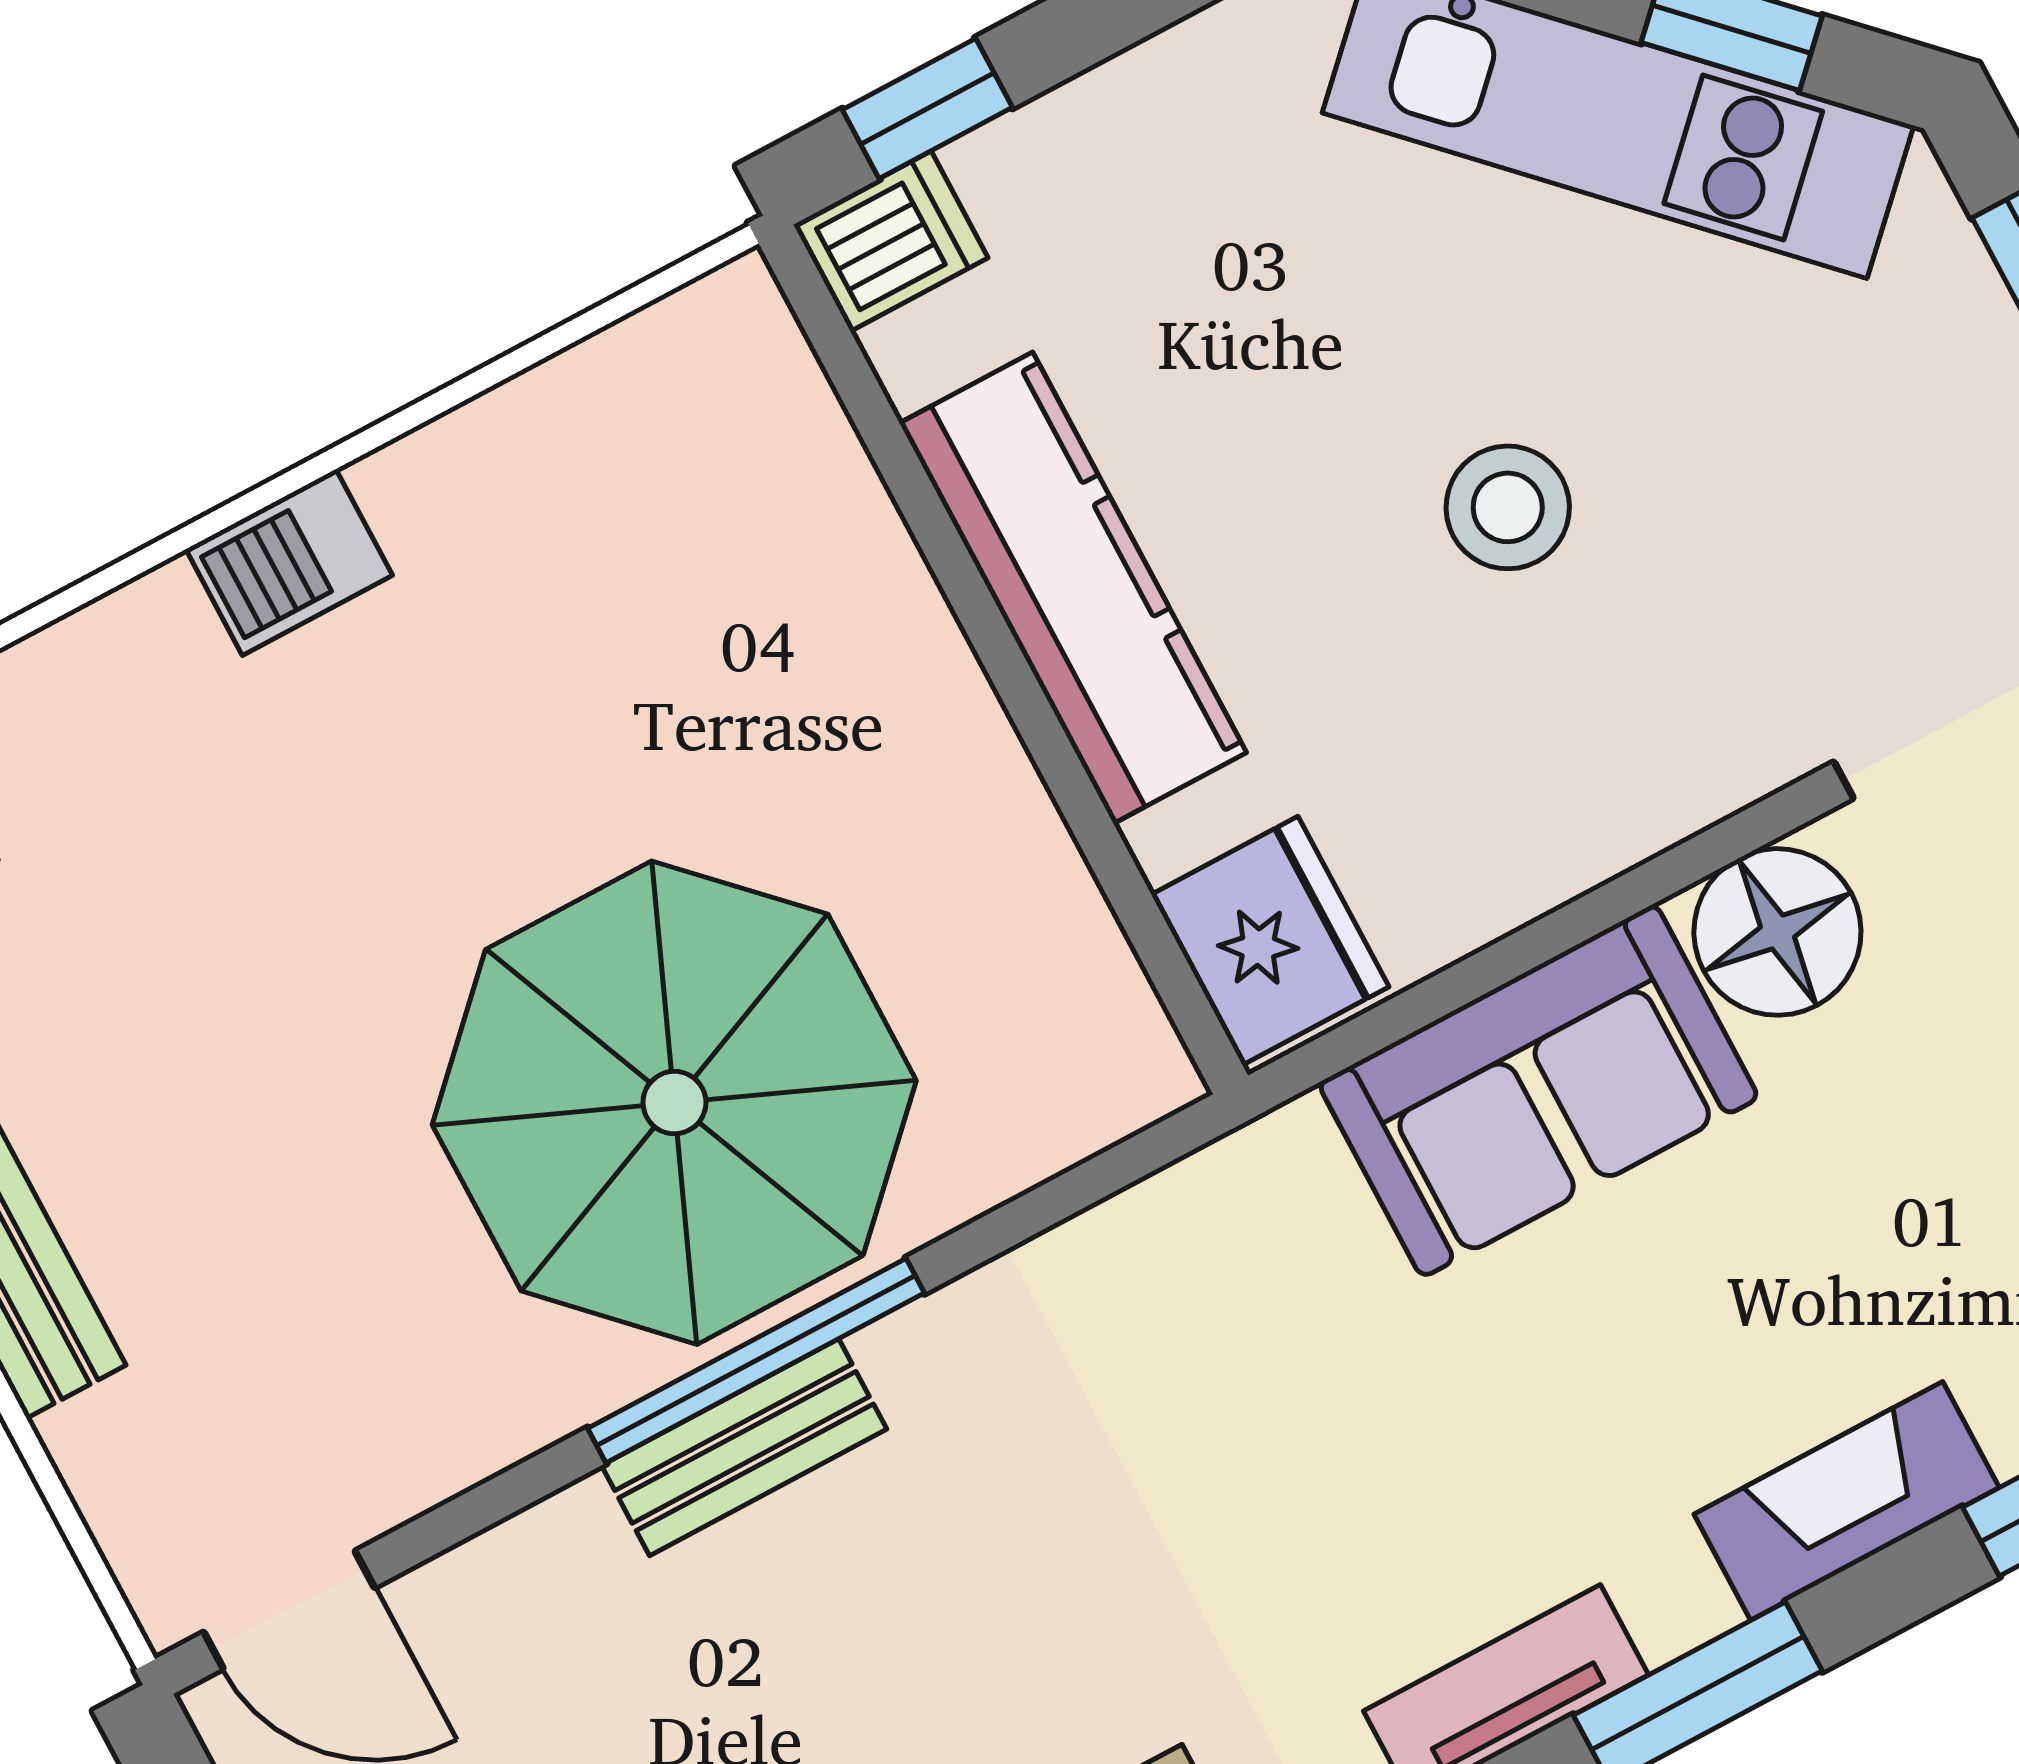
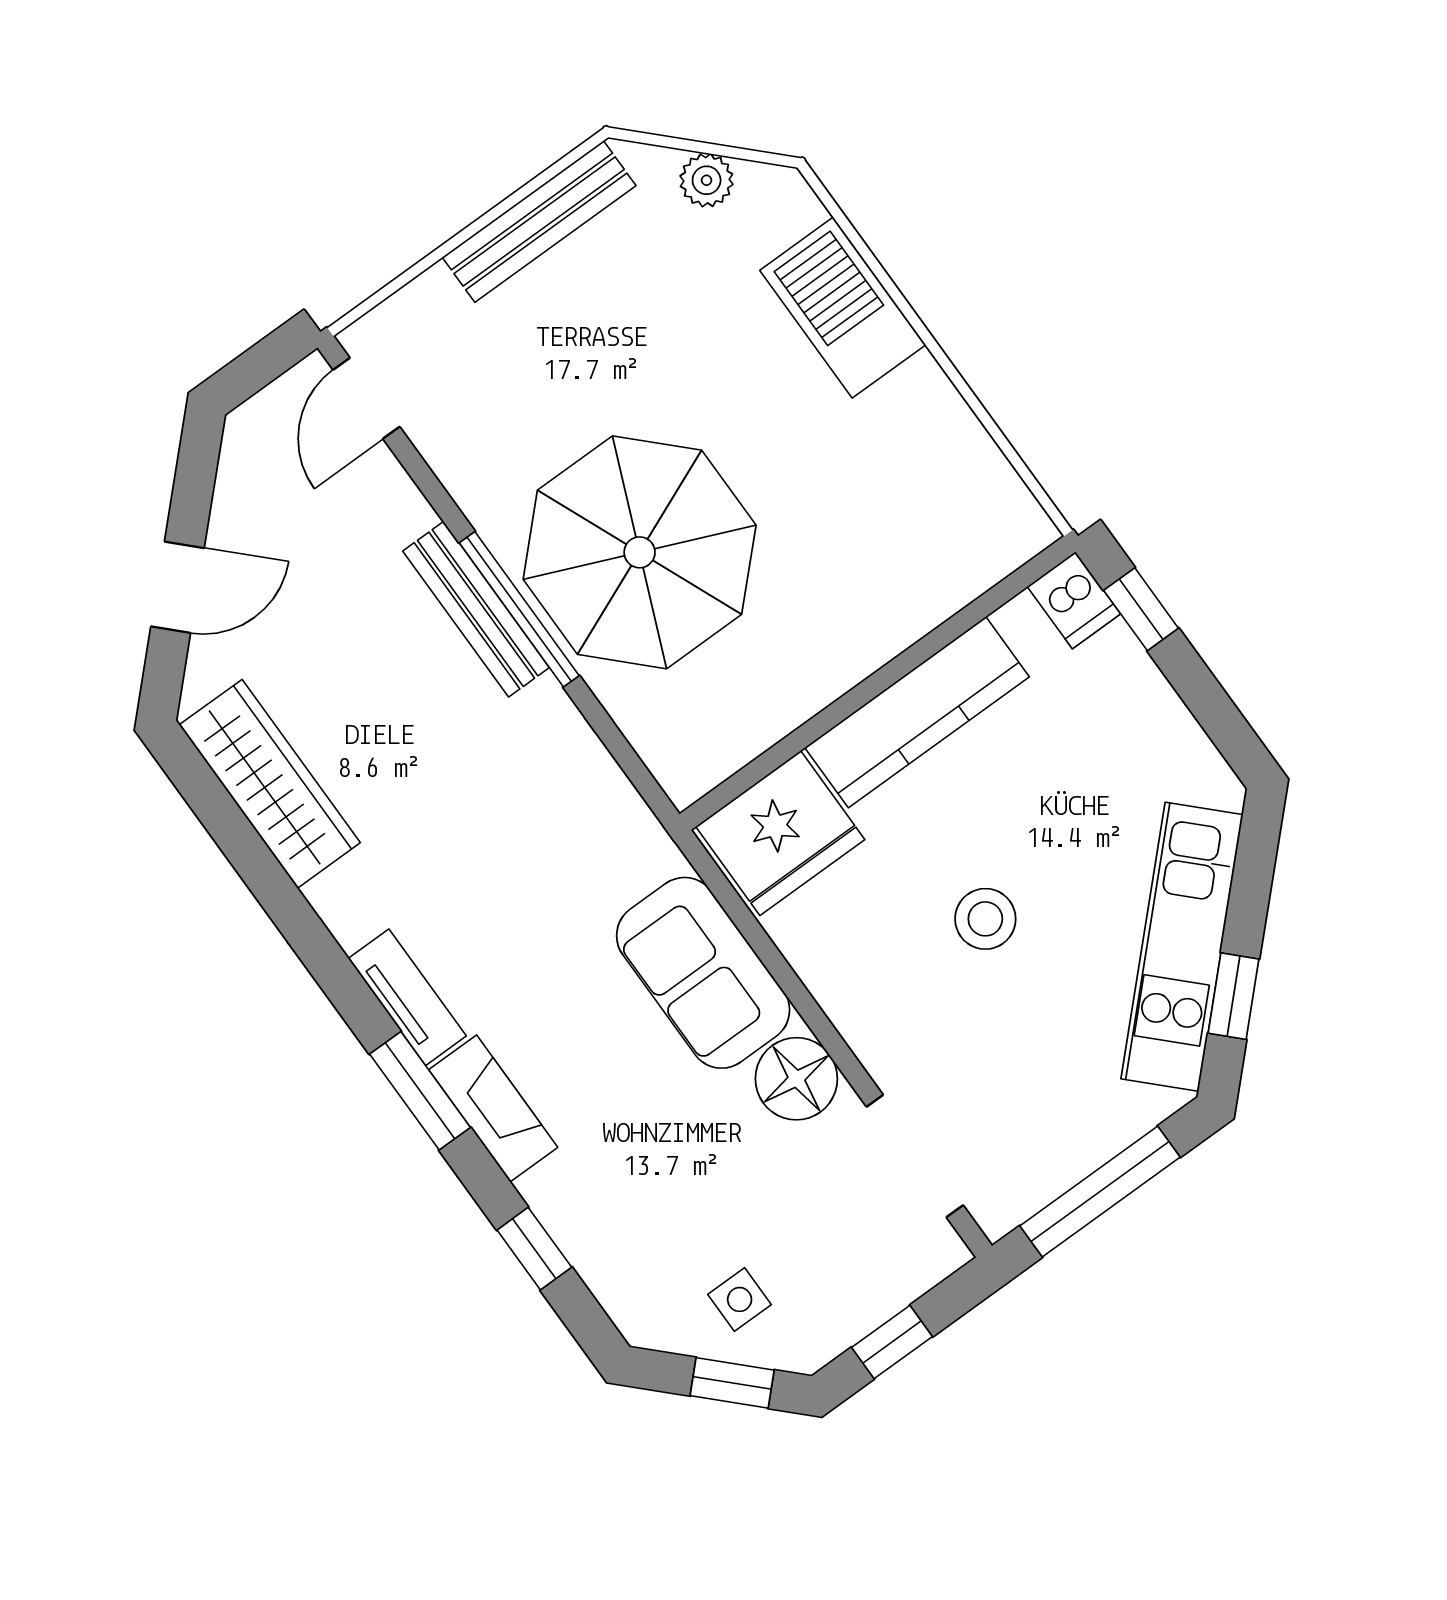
barbecue: (289, 562) -> (843, 308), width x1.88, depth x1.53
fridge: (1270, 941) -> (780, 833), width x1.36, depth x1.34
bench: (744, 1447) -> (476, 609), width x1.36
fireplace: (1847, 1501) -> (493, 1109), moved

